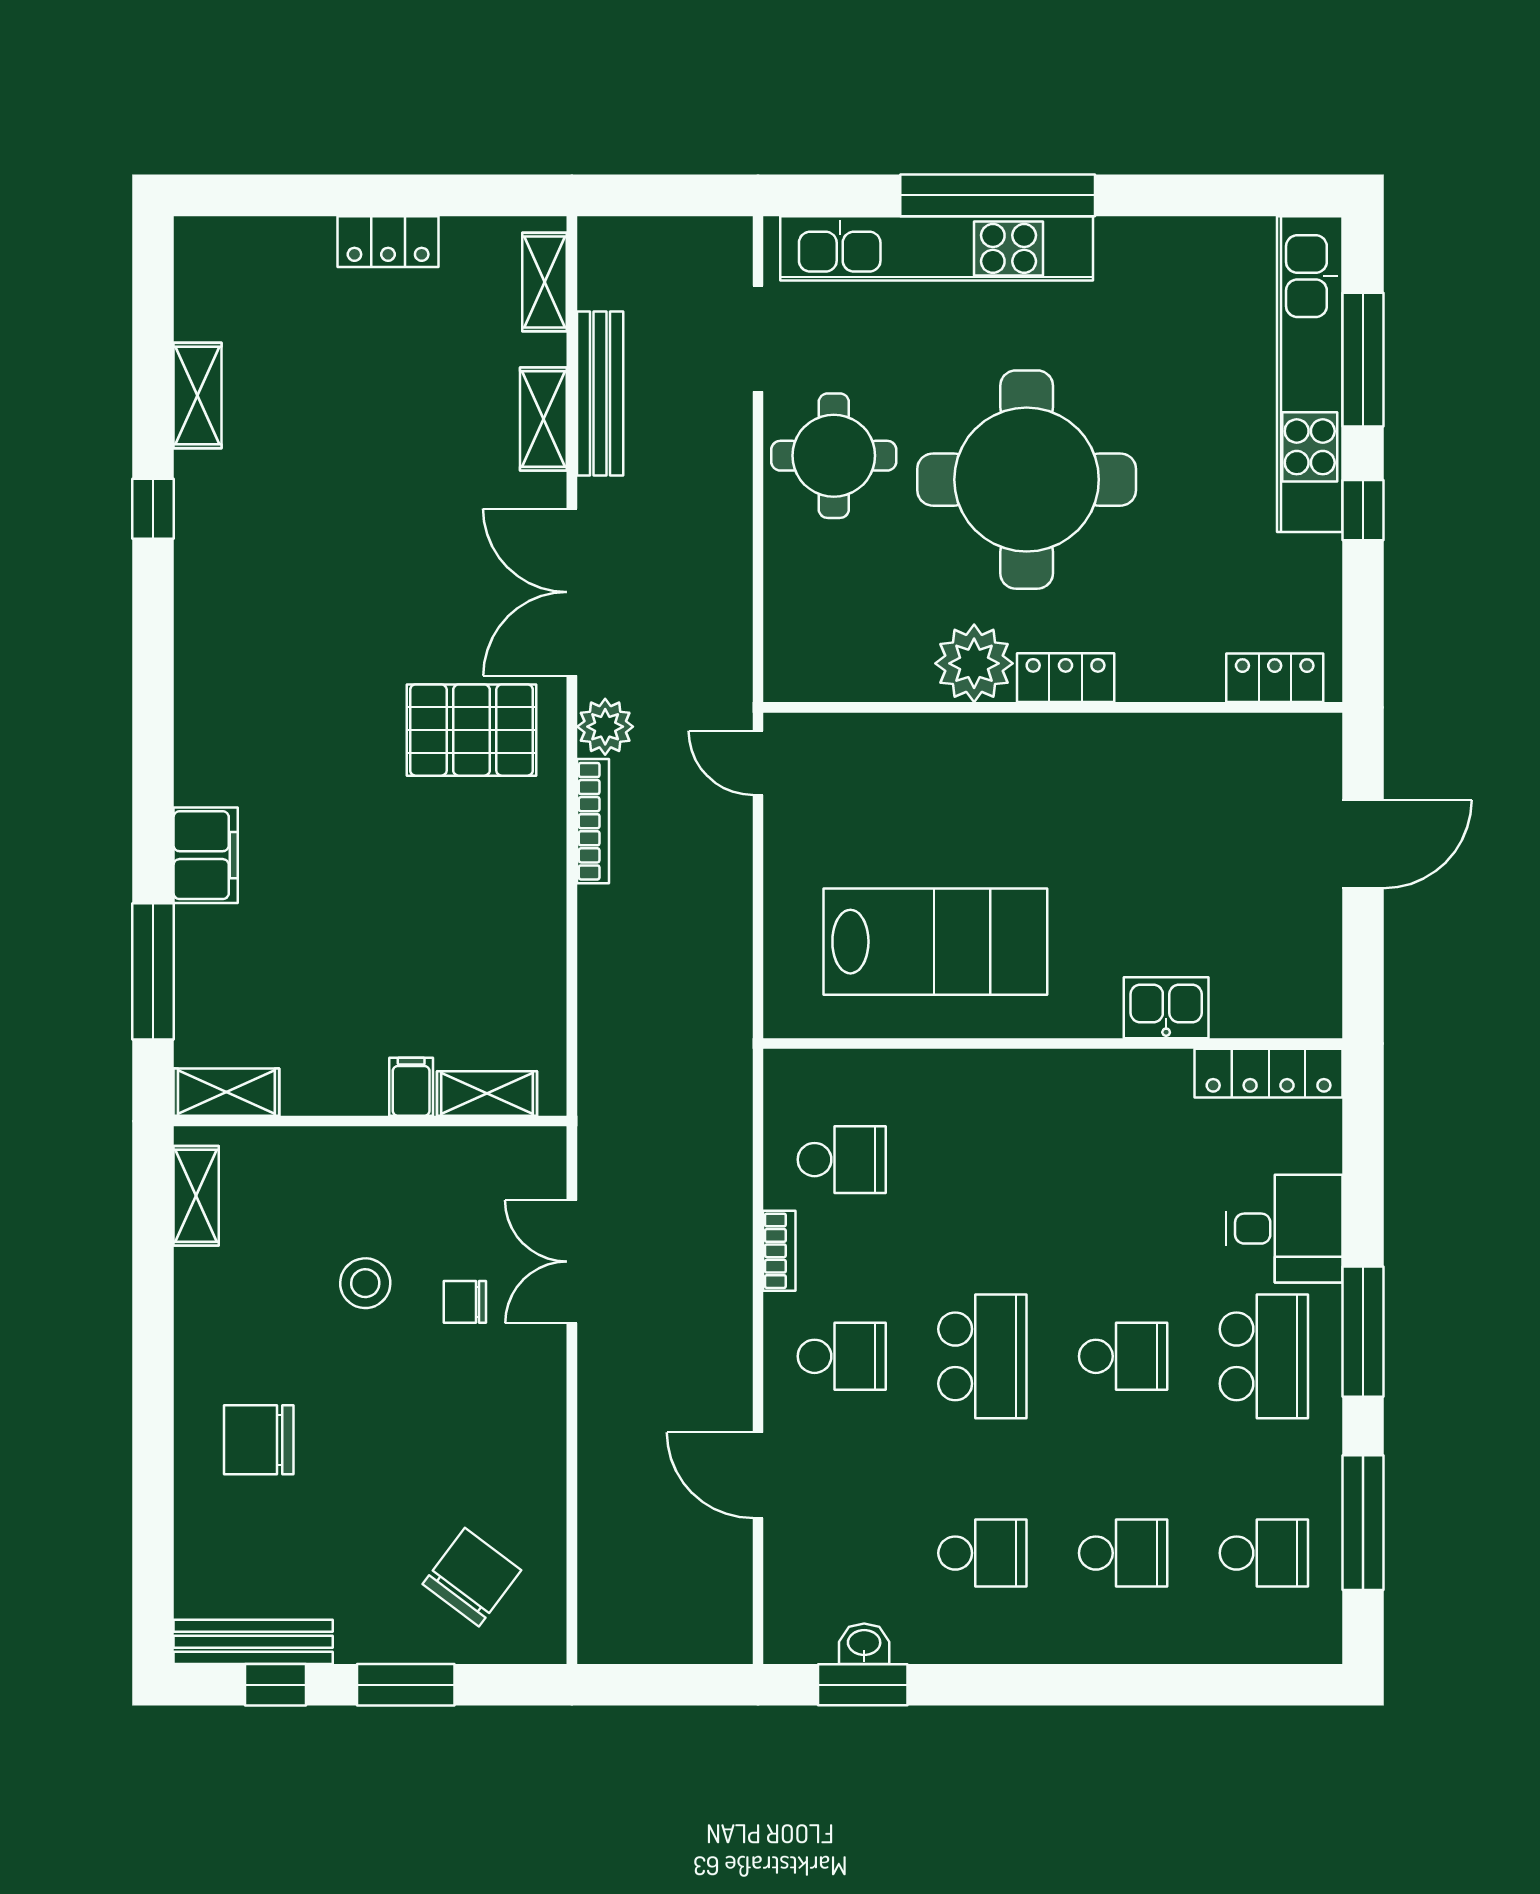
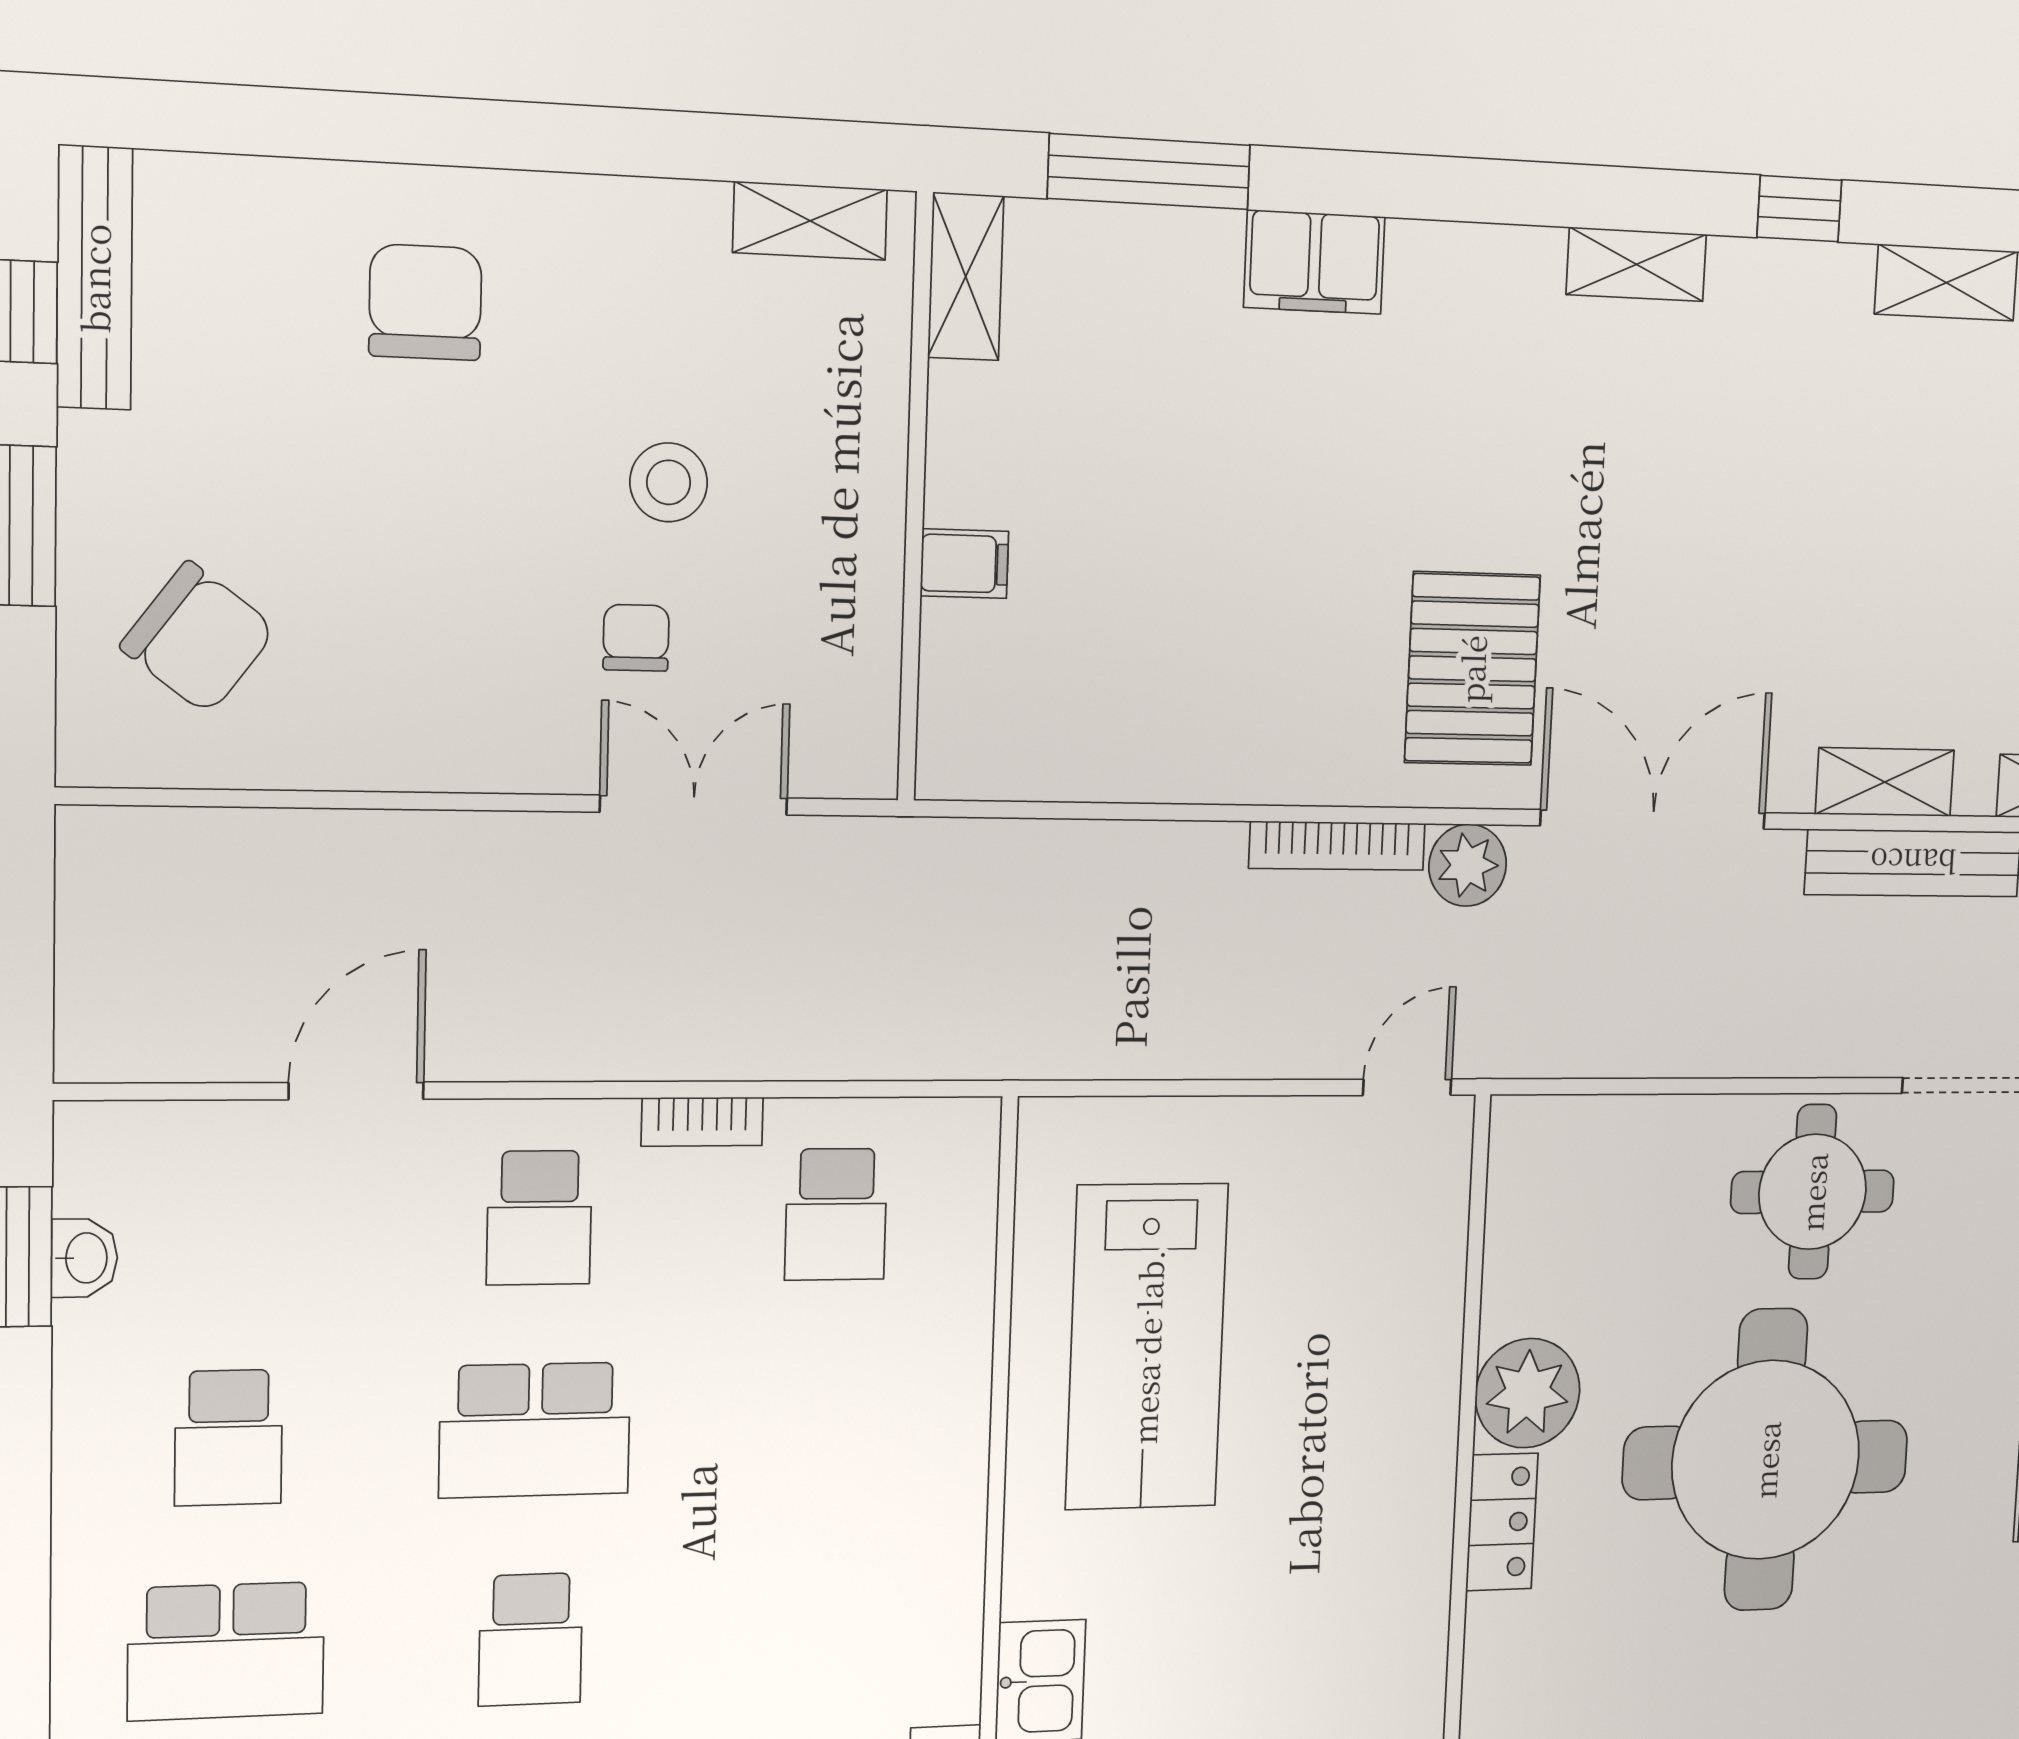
shelving: (487, 1093) -> (1636, 264), moved, turned 90
school desk: (1123, 1553) -> (226, 1651), width x1.85

